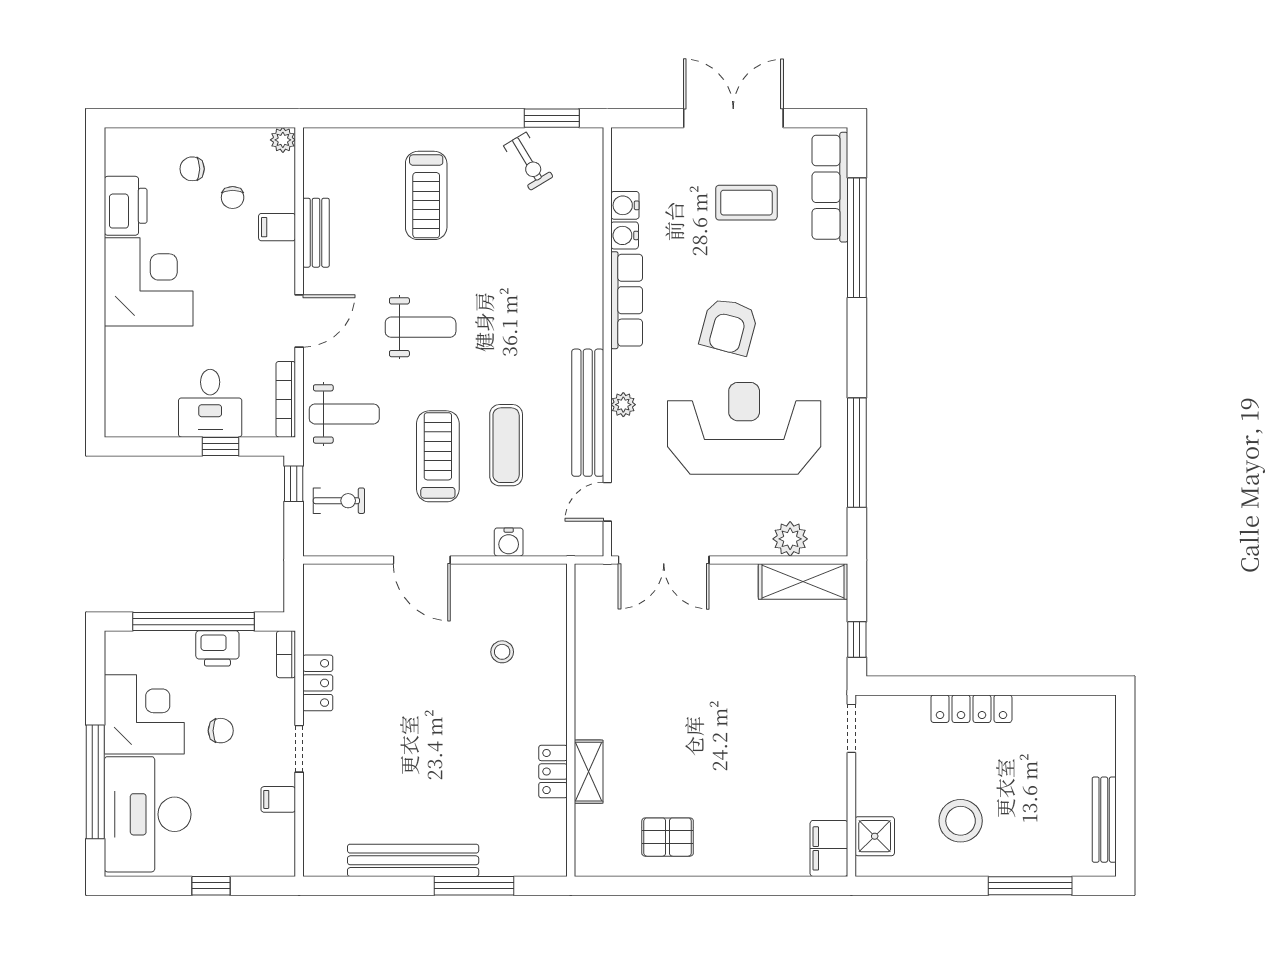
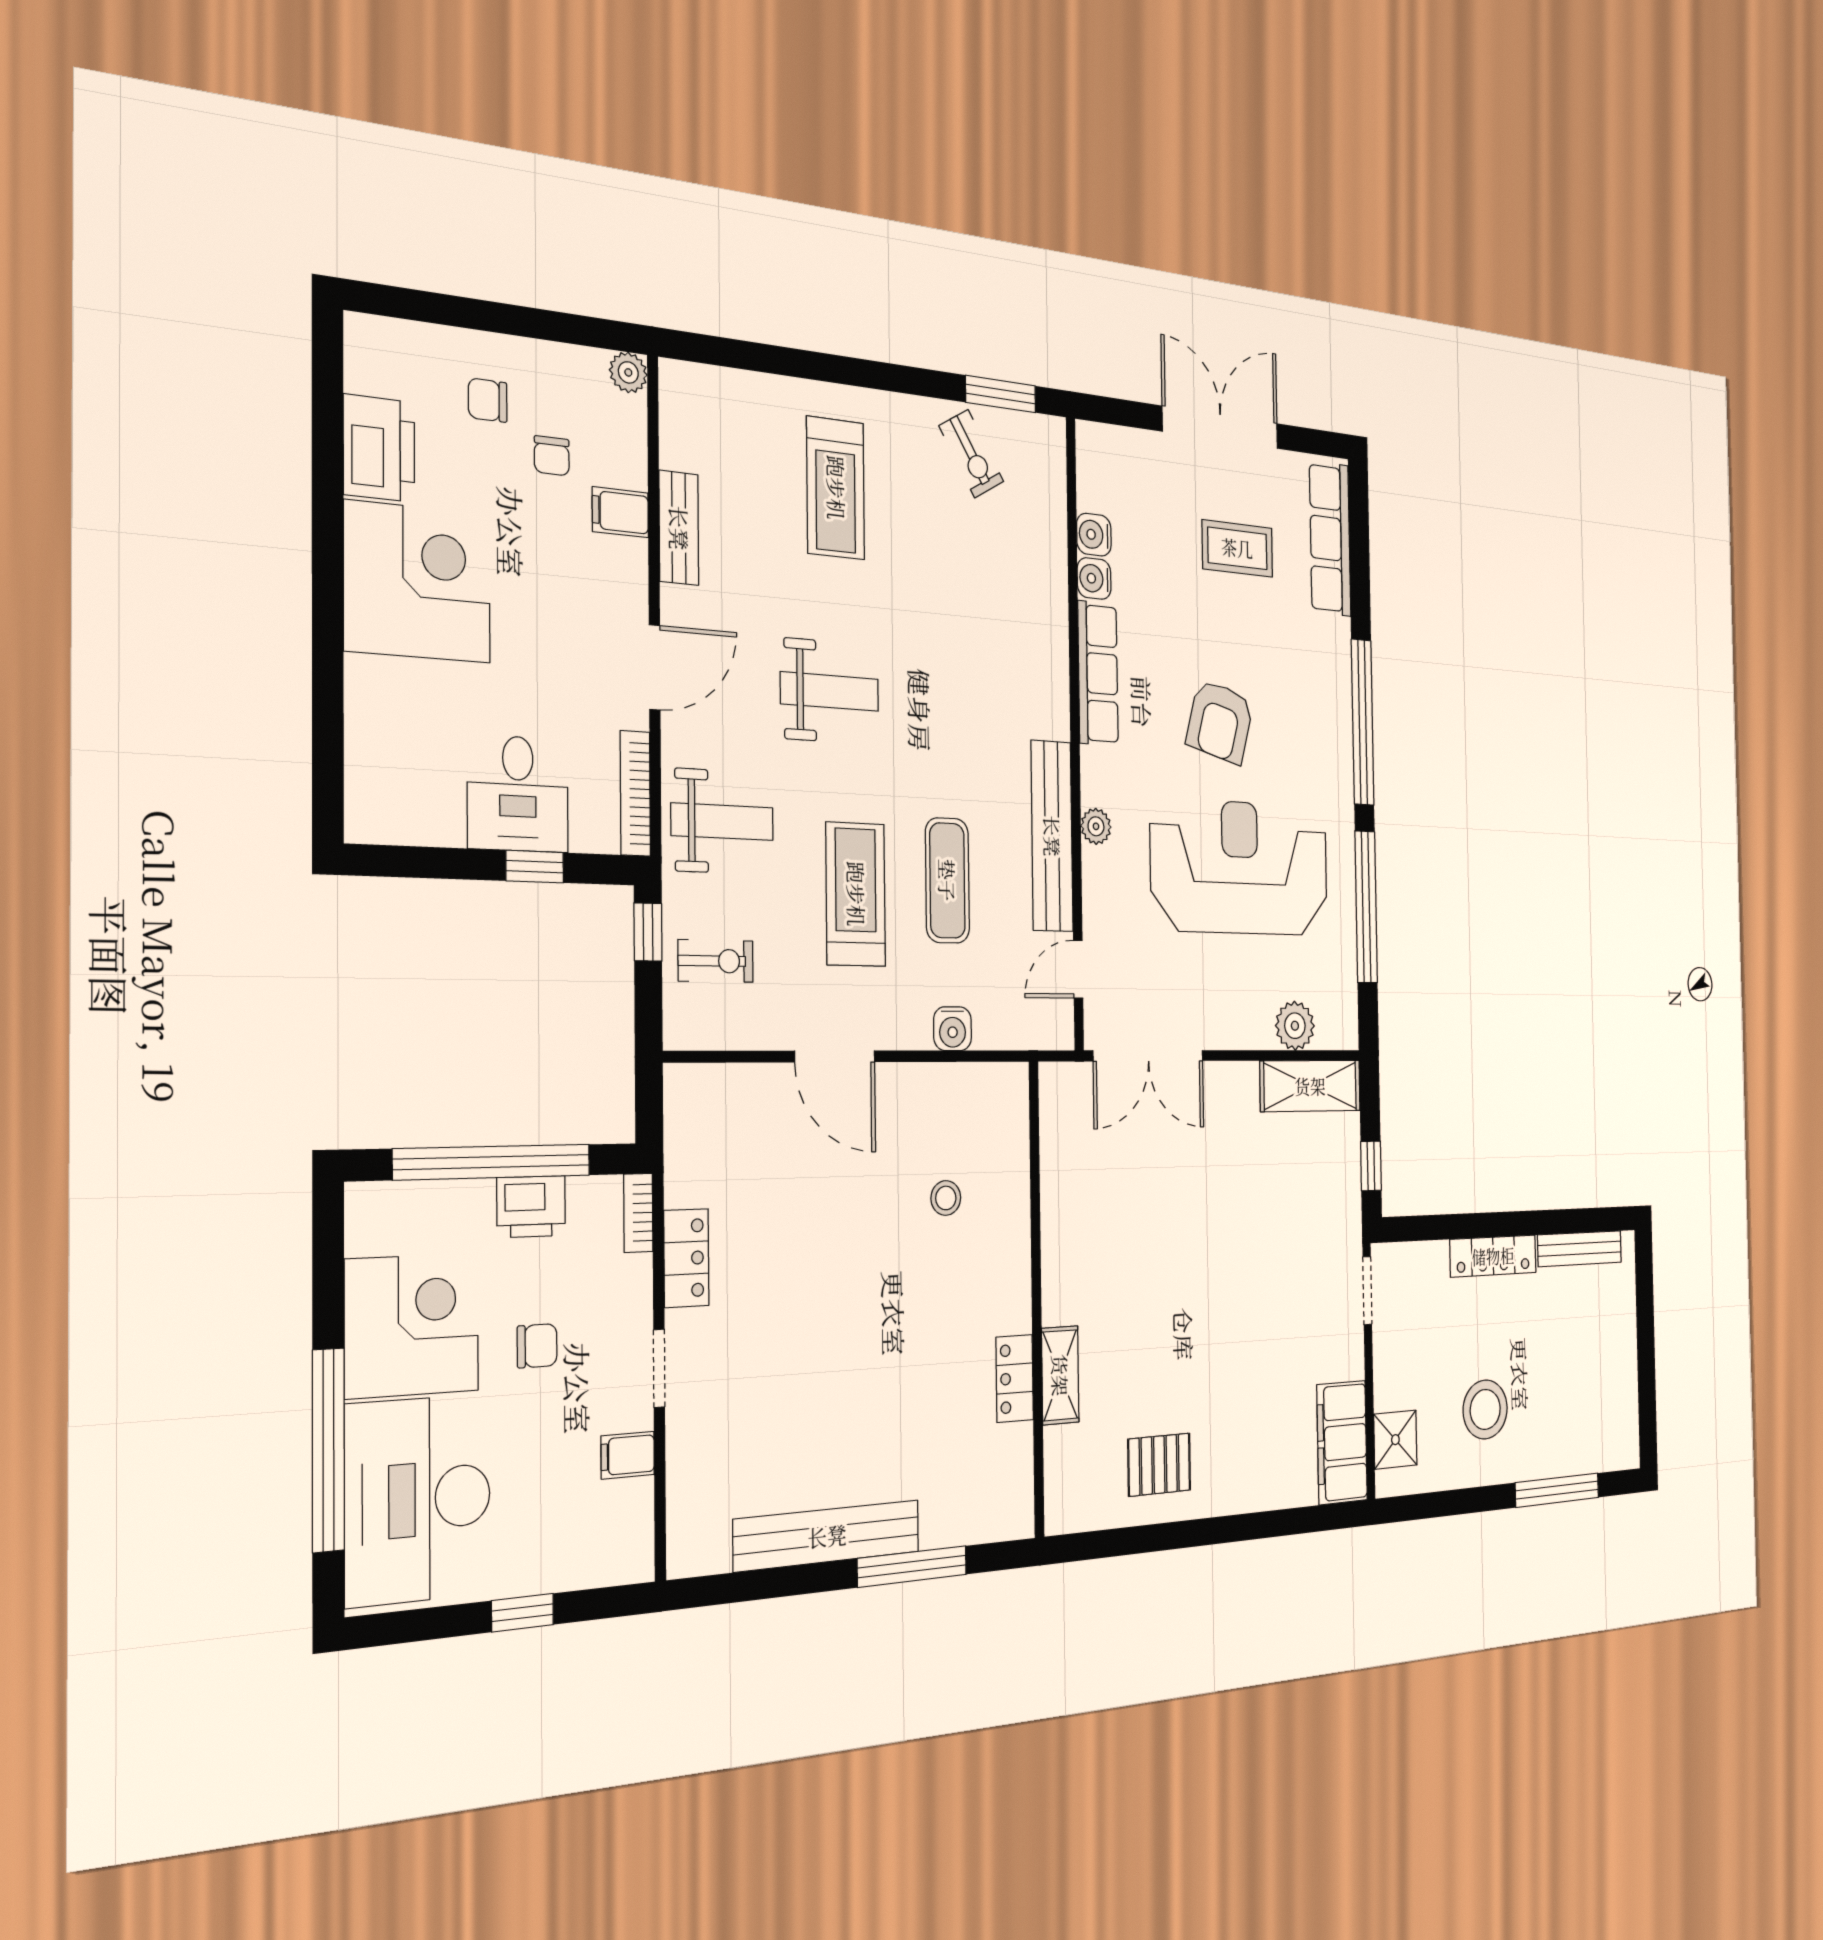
window: (857, 238) -> (1363, 722), moved
bench: (1104, 820) -> (1580, 1249), moved, turned 90
filing cabinet: (829, 848) -> (1342, 1442), width x1.50, depth x1.17

